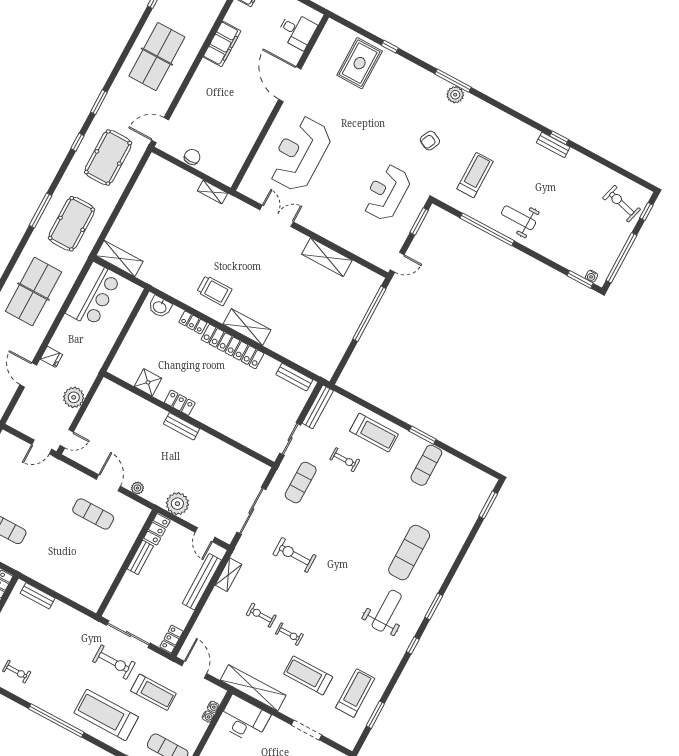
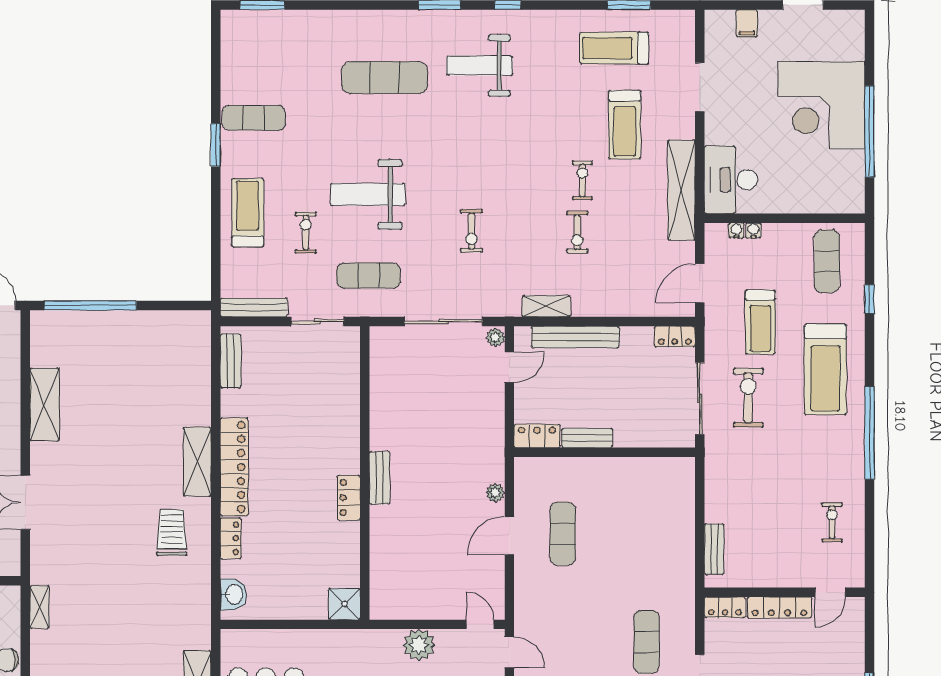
shower: (148, 382) -> (344, 604), moved
plant: (177, 504) -> (495, 338), moved, width x0.53, depth x0.53
weight bench: (347, 507) -> (368, 194), added
exercise bike: (295, 555) -> (471, 231), width x0.73, depth x0.72
treadmill: (153, 692) -> (760, 322), turned 180

